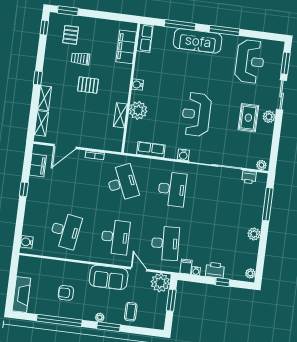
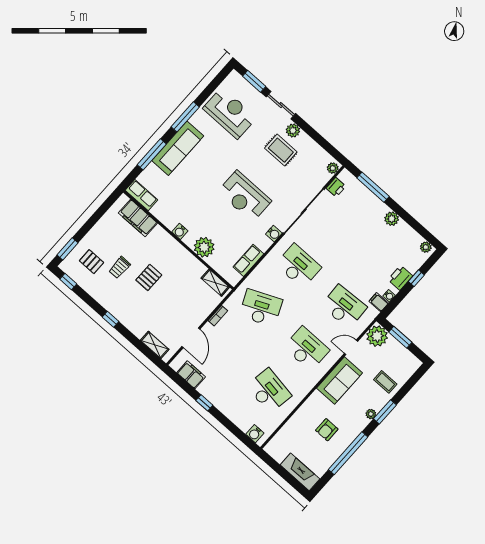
shelving: (44, 98) -> (133, 326), removed
shelving: (120, 115) -> (215, 283), moved

